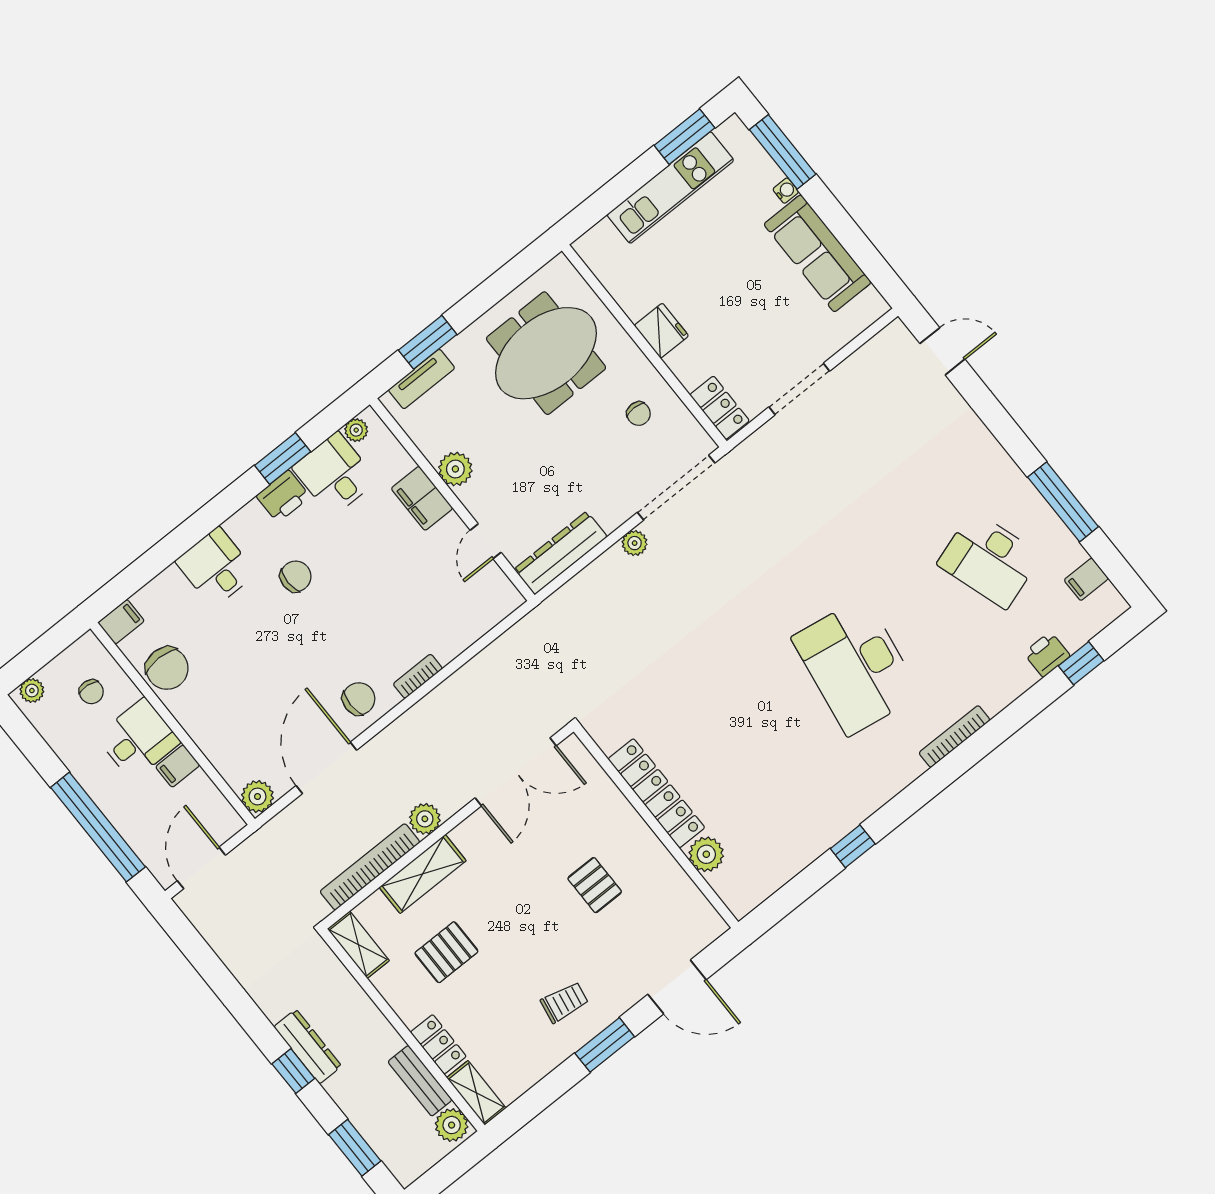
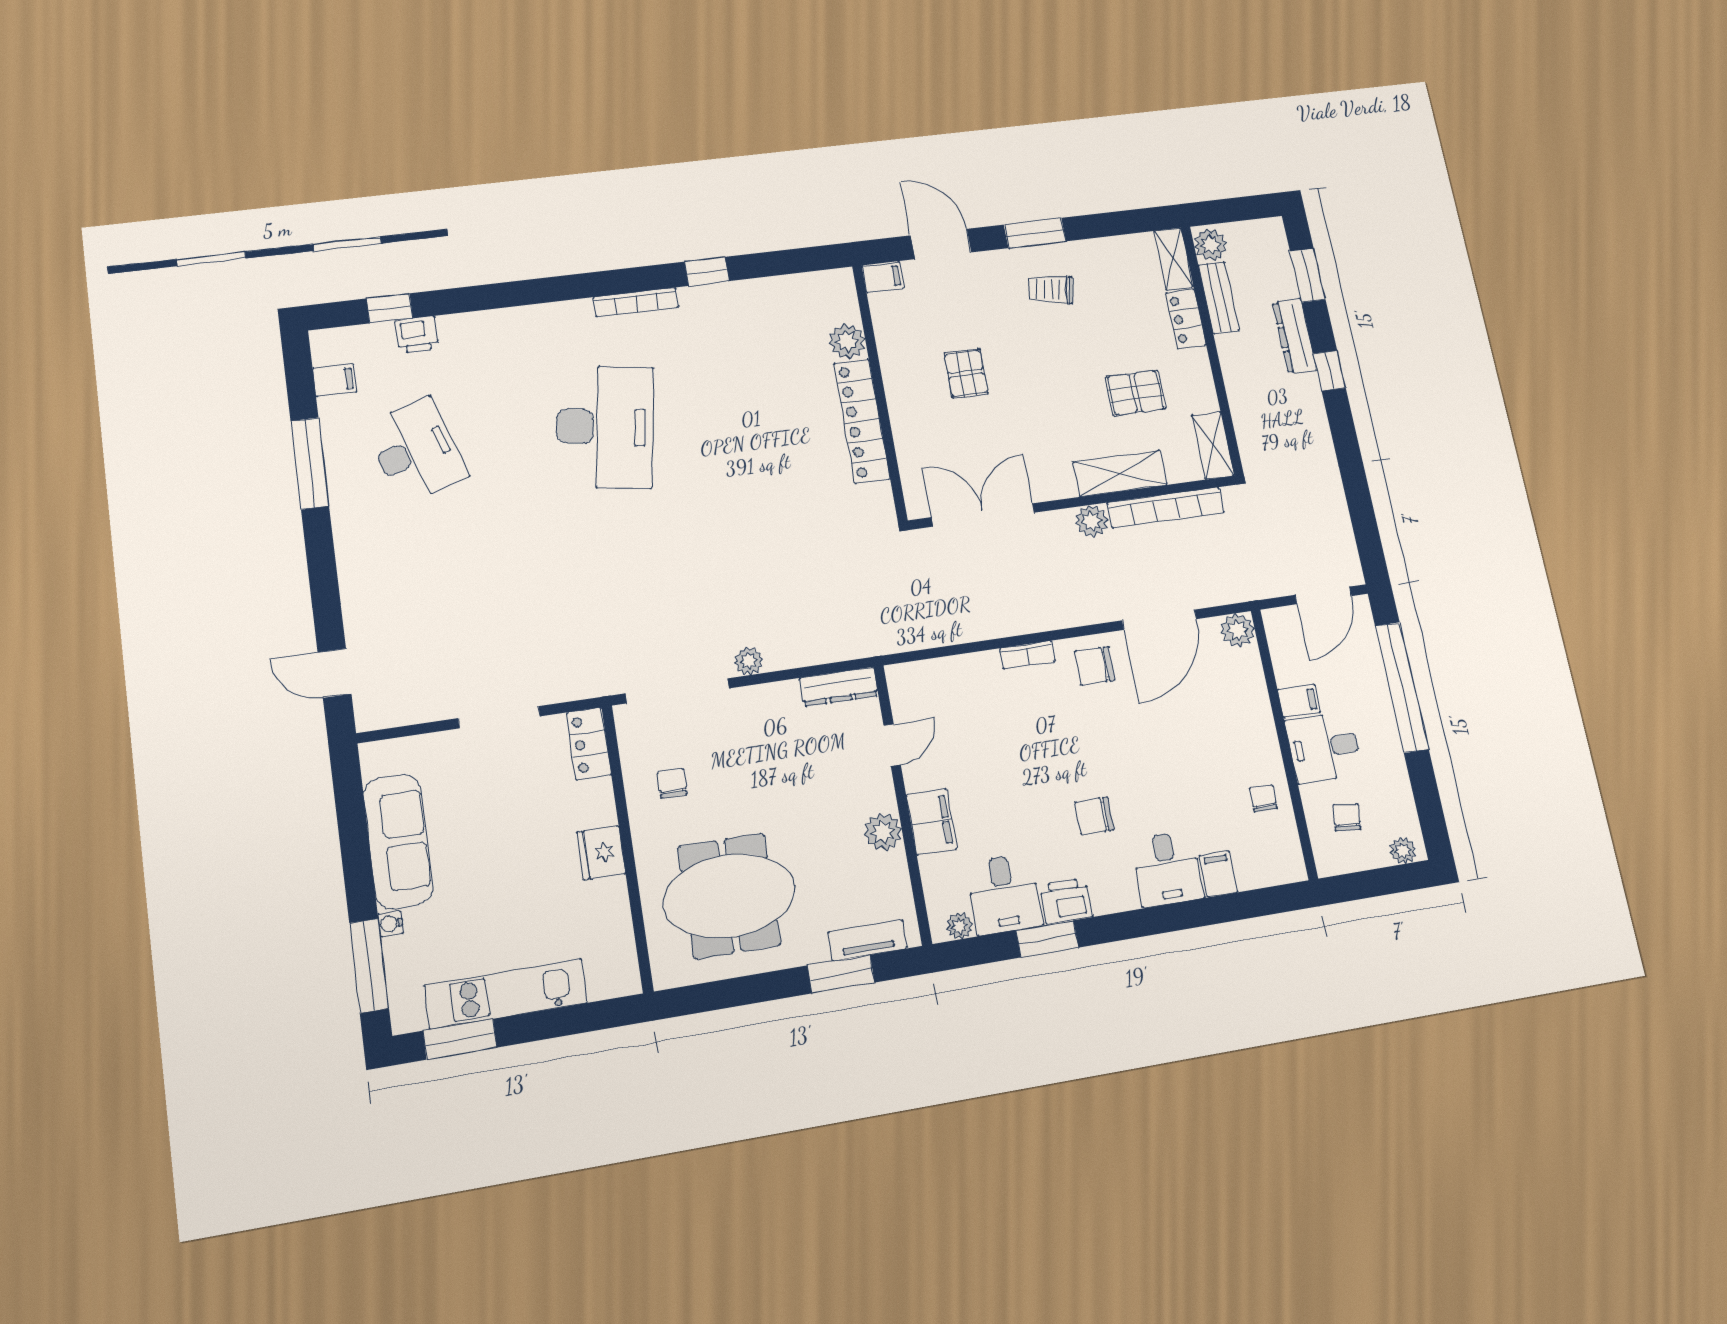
dresser: (561, 553) -> (839, 687), width x0.73, depth x0.80
filing cabinet: (121, 622) -> (1218, 874), moved, turned 90
chair: (167, 668) -> (1263, 798), width x0.54, depth x0.54
bookcase: (954, 736) -> (636, 302), moved
filing cabinet: (708, 928) -> (883, 277), added
dresser: (308, 1046) -> (1295, 336), moved

